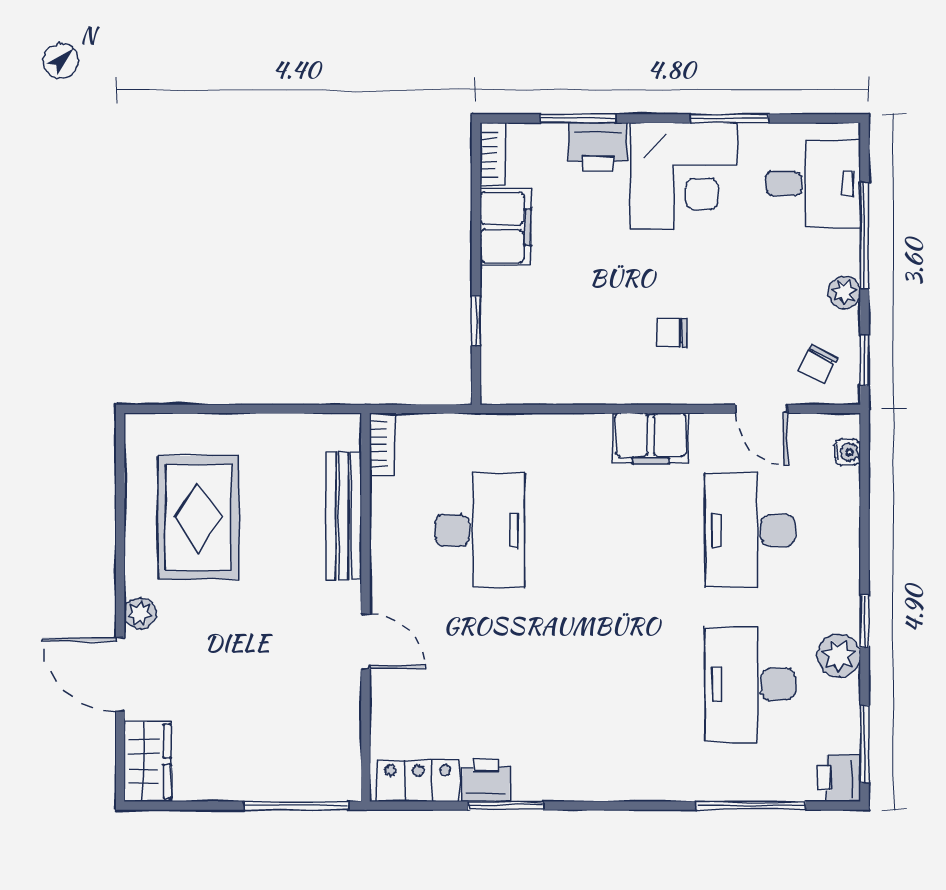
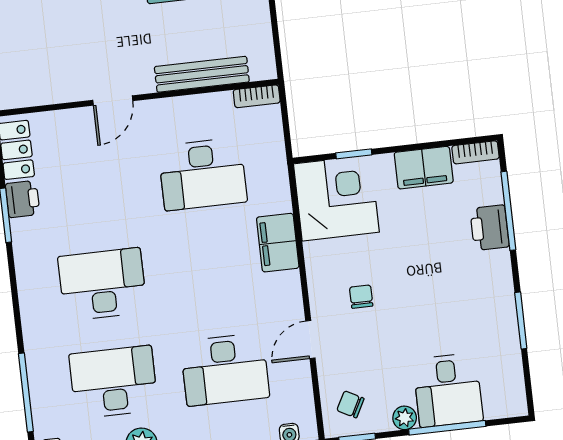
window: (578, 118) -> (508, 211), width x1.44
corner desk: (684, 176) -> (336, 198), moved, turned 180
desk: (813, 184) -> (448, 390), moved
door: (761, 409) -> (310, 340), moved
filing cabinet: (651, 438) -> (278, 243), moved
desk: (750, 530) -> (225, 369), turned 180
desk: (615, 684) -> (102, 284), added

